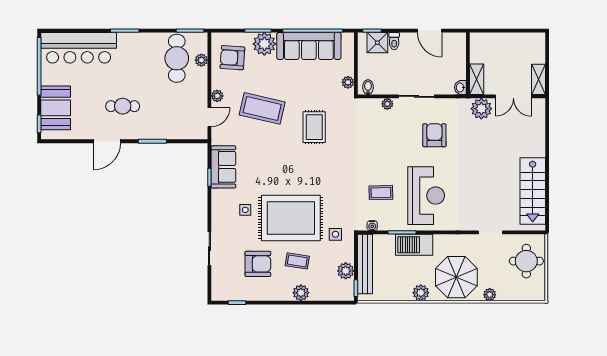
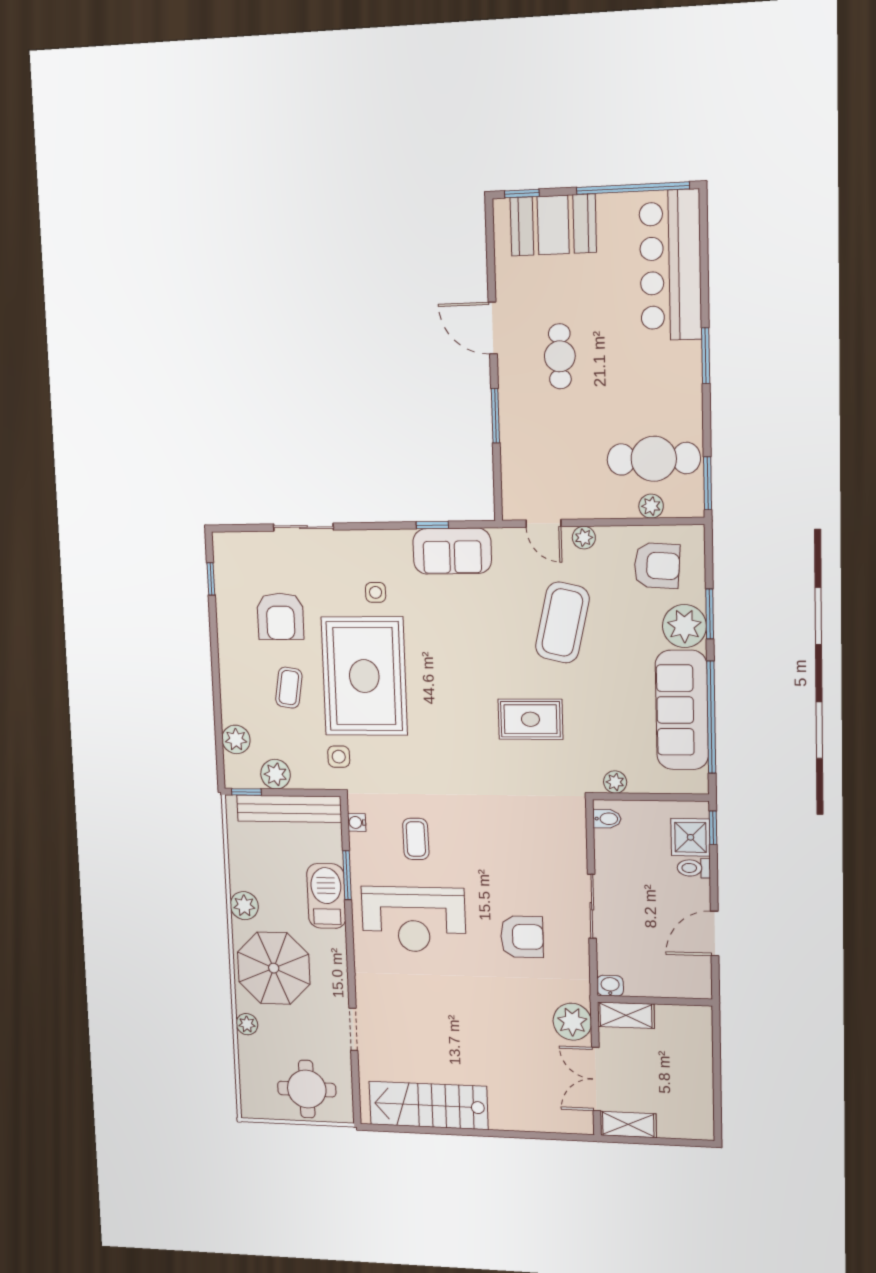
armchair: (232, 58) -> (657, 566), turned 90
plant: (387, 104) -> (577, 853), removed
plant: (301, 293) -> (236, 739), moved

